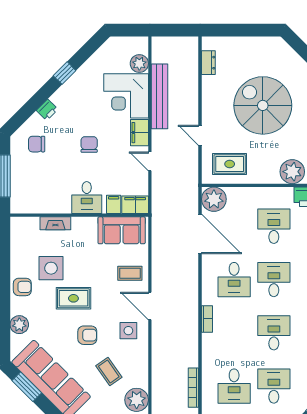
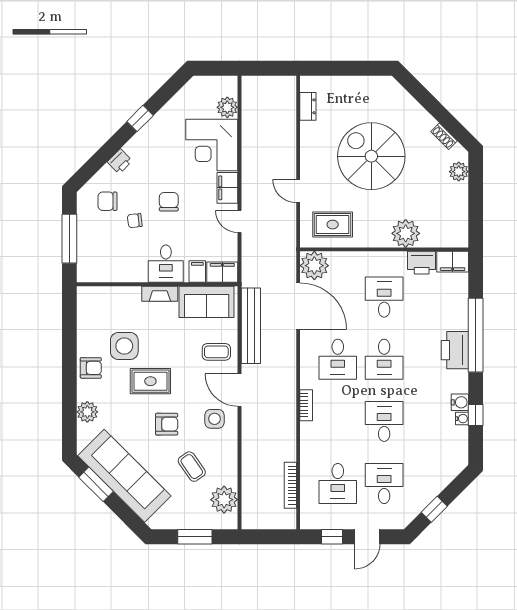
bench: (160, 96) -> (251, 326), moved
chair: (60, 161) -> (135, 221), added
fireplace: (55, 223) -> (160, 294), moved
desk: (274, 280) -> (384, 359), turned 180

